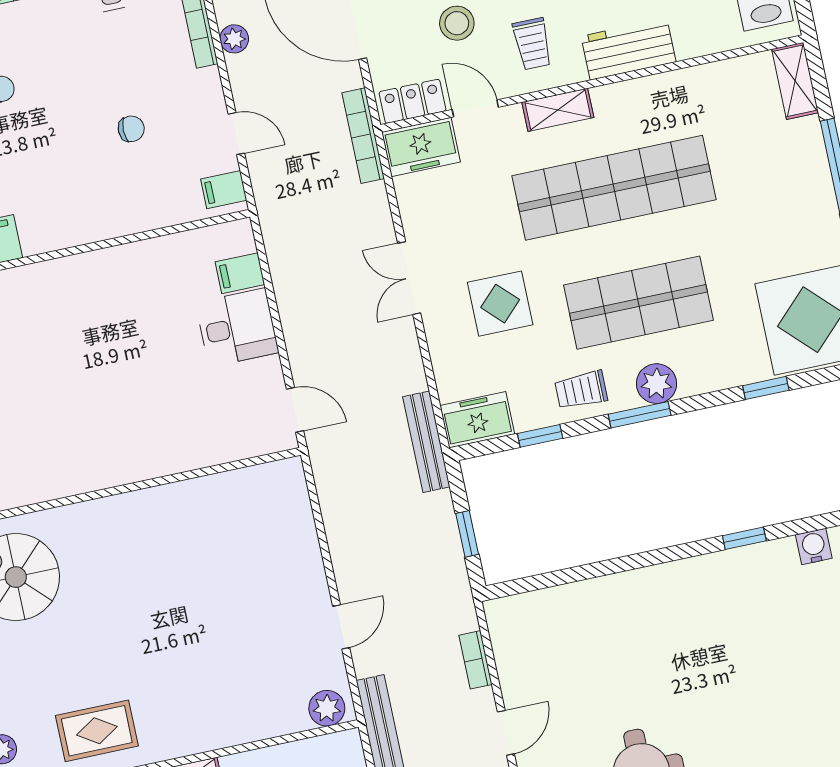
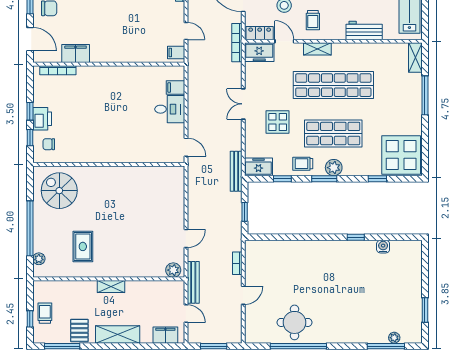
workbench: (629, 49) -> (364, 31), moved
chair: (131, 129) -> (144, 20), removed
rug: (97, 731) -> (83, 246), moved, turned 90

